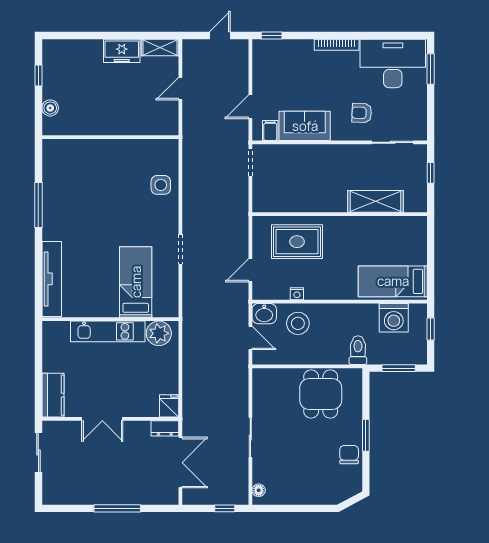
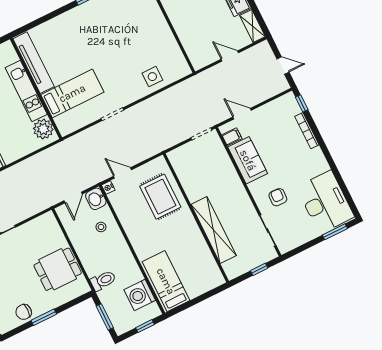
bookcase: (337, 45) -> (307, 131), moved
shelving: (376, 201) -> (214, 230), width x1.47
tv unit: (52, 279) -> (34, 63), moved, turned -90
nightstand: (297, 294) -> (108, 188), moved
stool: (298, 323) -> (101, 227), width x0.53, depth x0.53
chair: (349, 455) -> (24, 312), turned 180

